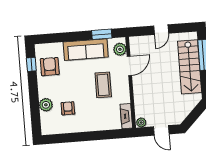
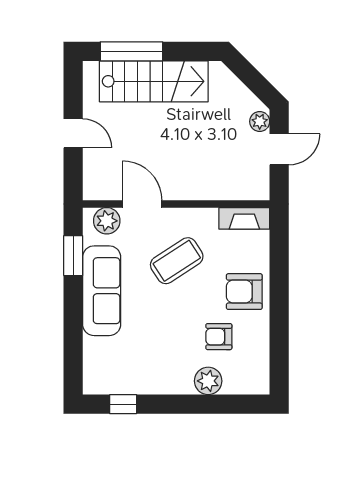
armchair: (50, 67) -> (244, 292), moved
coffee table: (103, 85) -> (177, 261), turned -33
plant: (141, 123) -> (260, 122), moved

